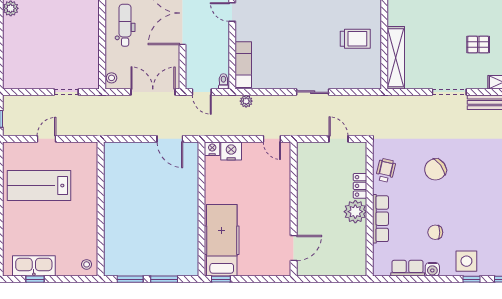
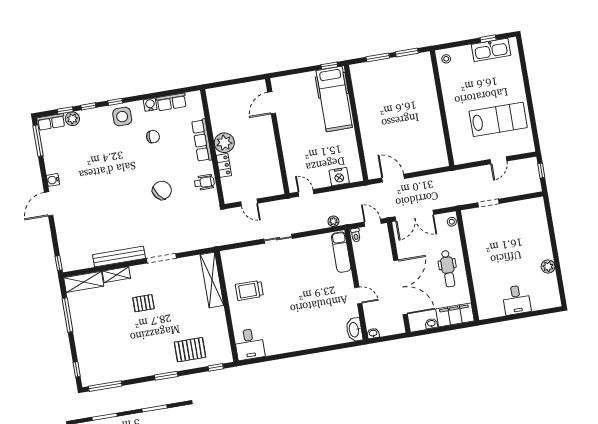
nightstand: (212, 149) -> (356, 176), removed
wheelchair: (386, 170) -> (204, 182), turned -103

